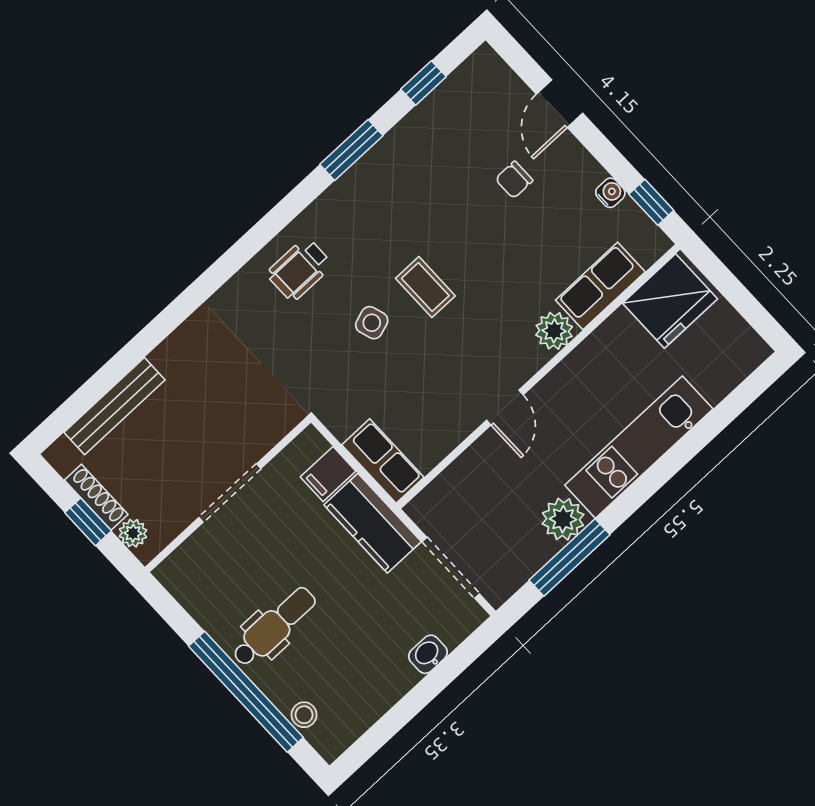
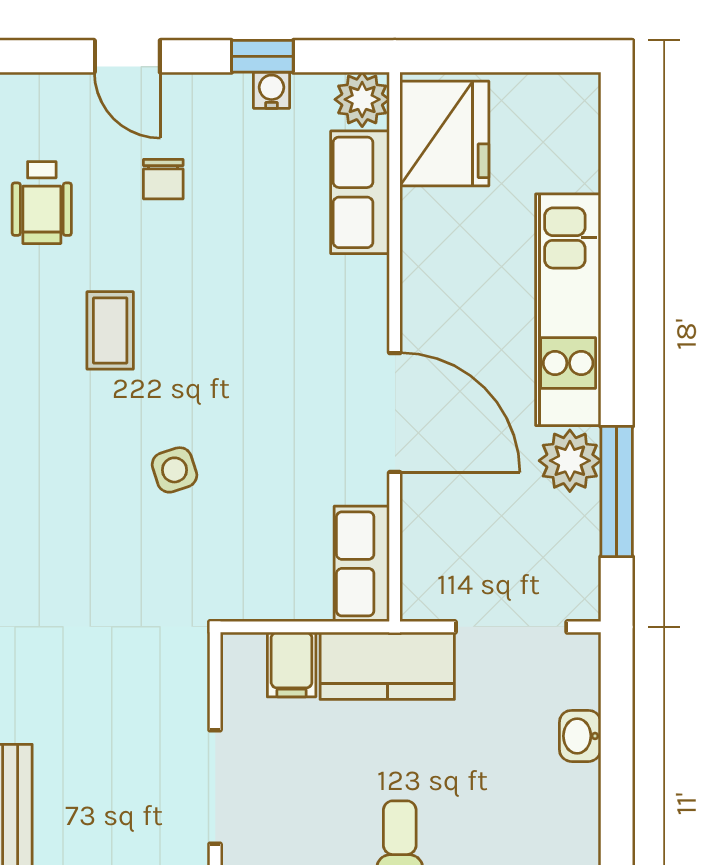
window: (651, 202) -> (262, 56), moved
wheelchair: (299, 269) -> (42, 203), moved
coffee table: (425, 287) -> (110, 330), moved, turned 90
plant: (554, 331) -> (362, 99), moved
door: (505, 407) -> (395, 413), width x1.87
row of seats: (383, 461) -> (362, 564), moved, turned -90

